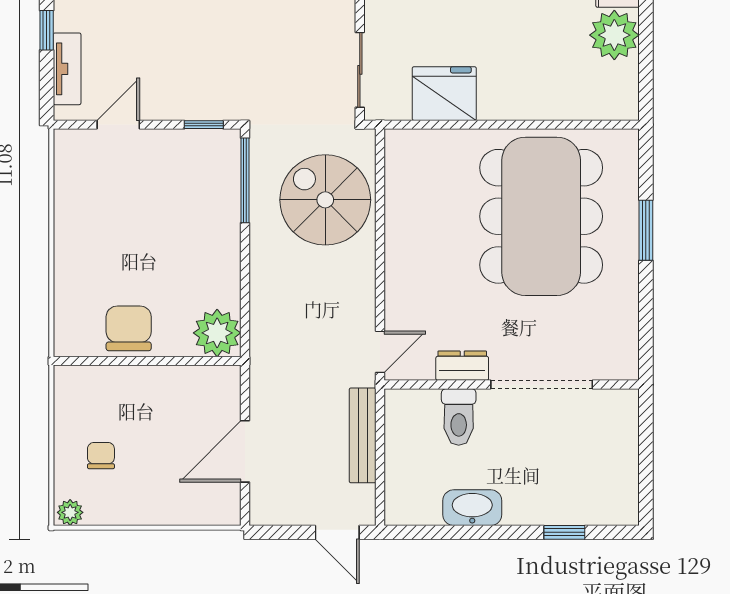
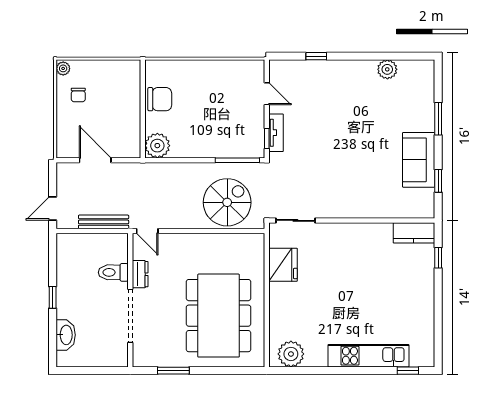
plant: (614, 35) -> (291, 354), moved
tv unit: (67, 69) -> (276, 133), moved, turned -90
dining table: (541, 216) -> (219, 316), turned 90
window: (646, 230) -> (173, 371), moved
chair: (101, 456) -> (78, 95), moved, turned 90
washbasin: (472, 508) -> (66, 335), moved
window: (564, 532) -> (53, 297), moved

